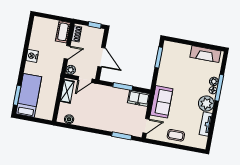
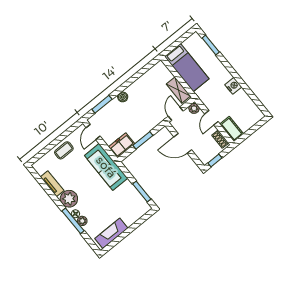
bed: (29, 95) -> (187, 68), moved
sofa: (162, 102) -> (106, 167), width x1.36
boiler: (69, 119) -> (123, 97), moved

